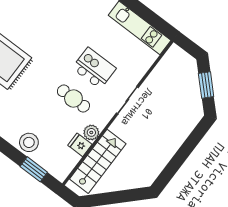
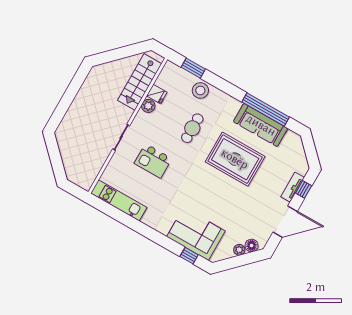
window: (206, 85) -> (56, 159), removed
cafe table: (73, 98) -> (192, 128), moved, turned 90

